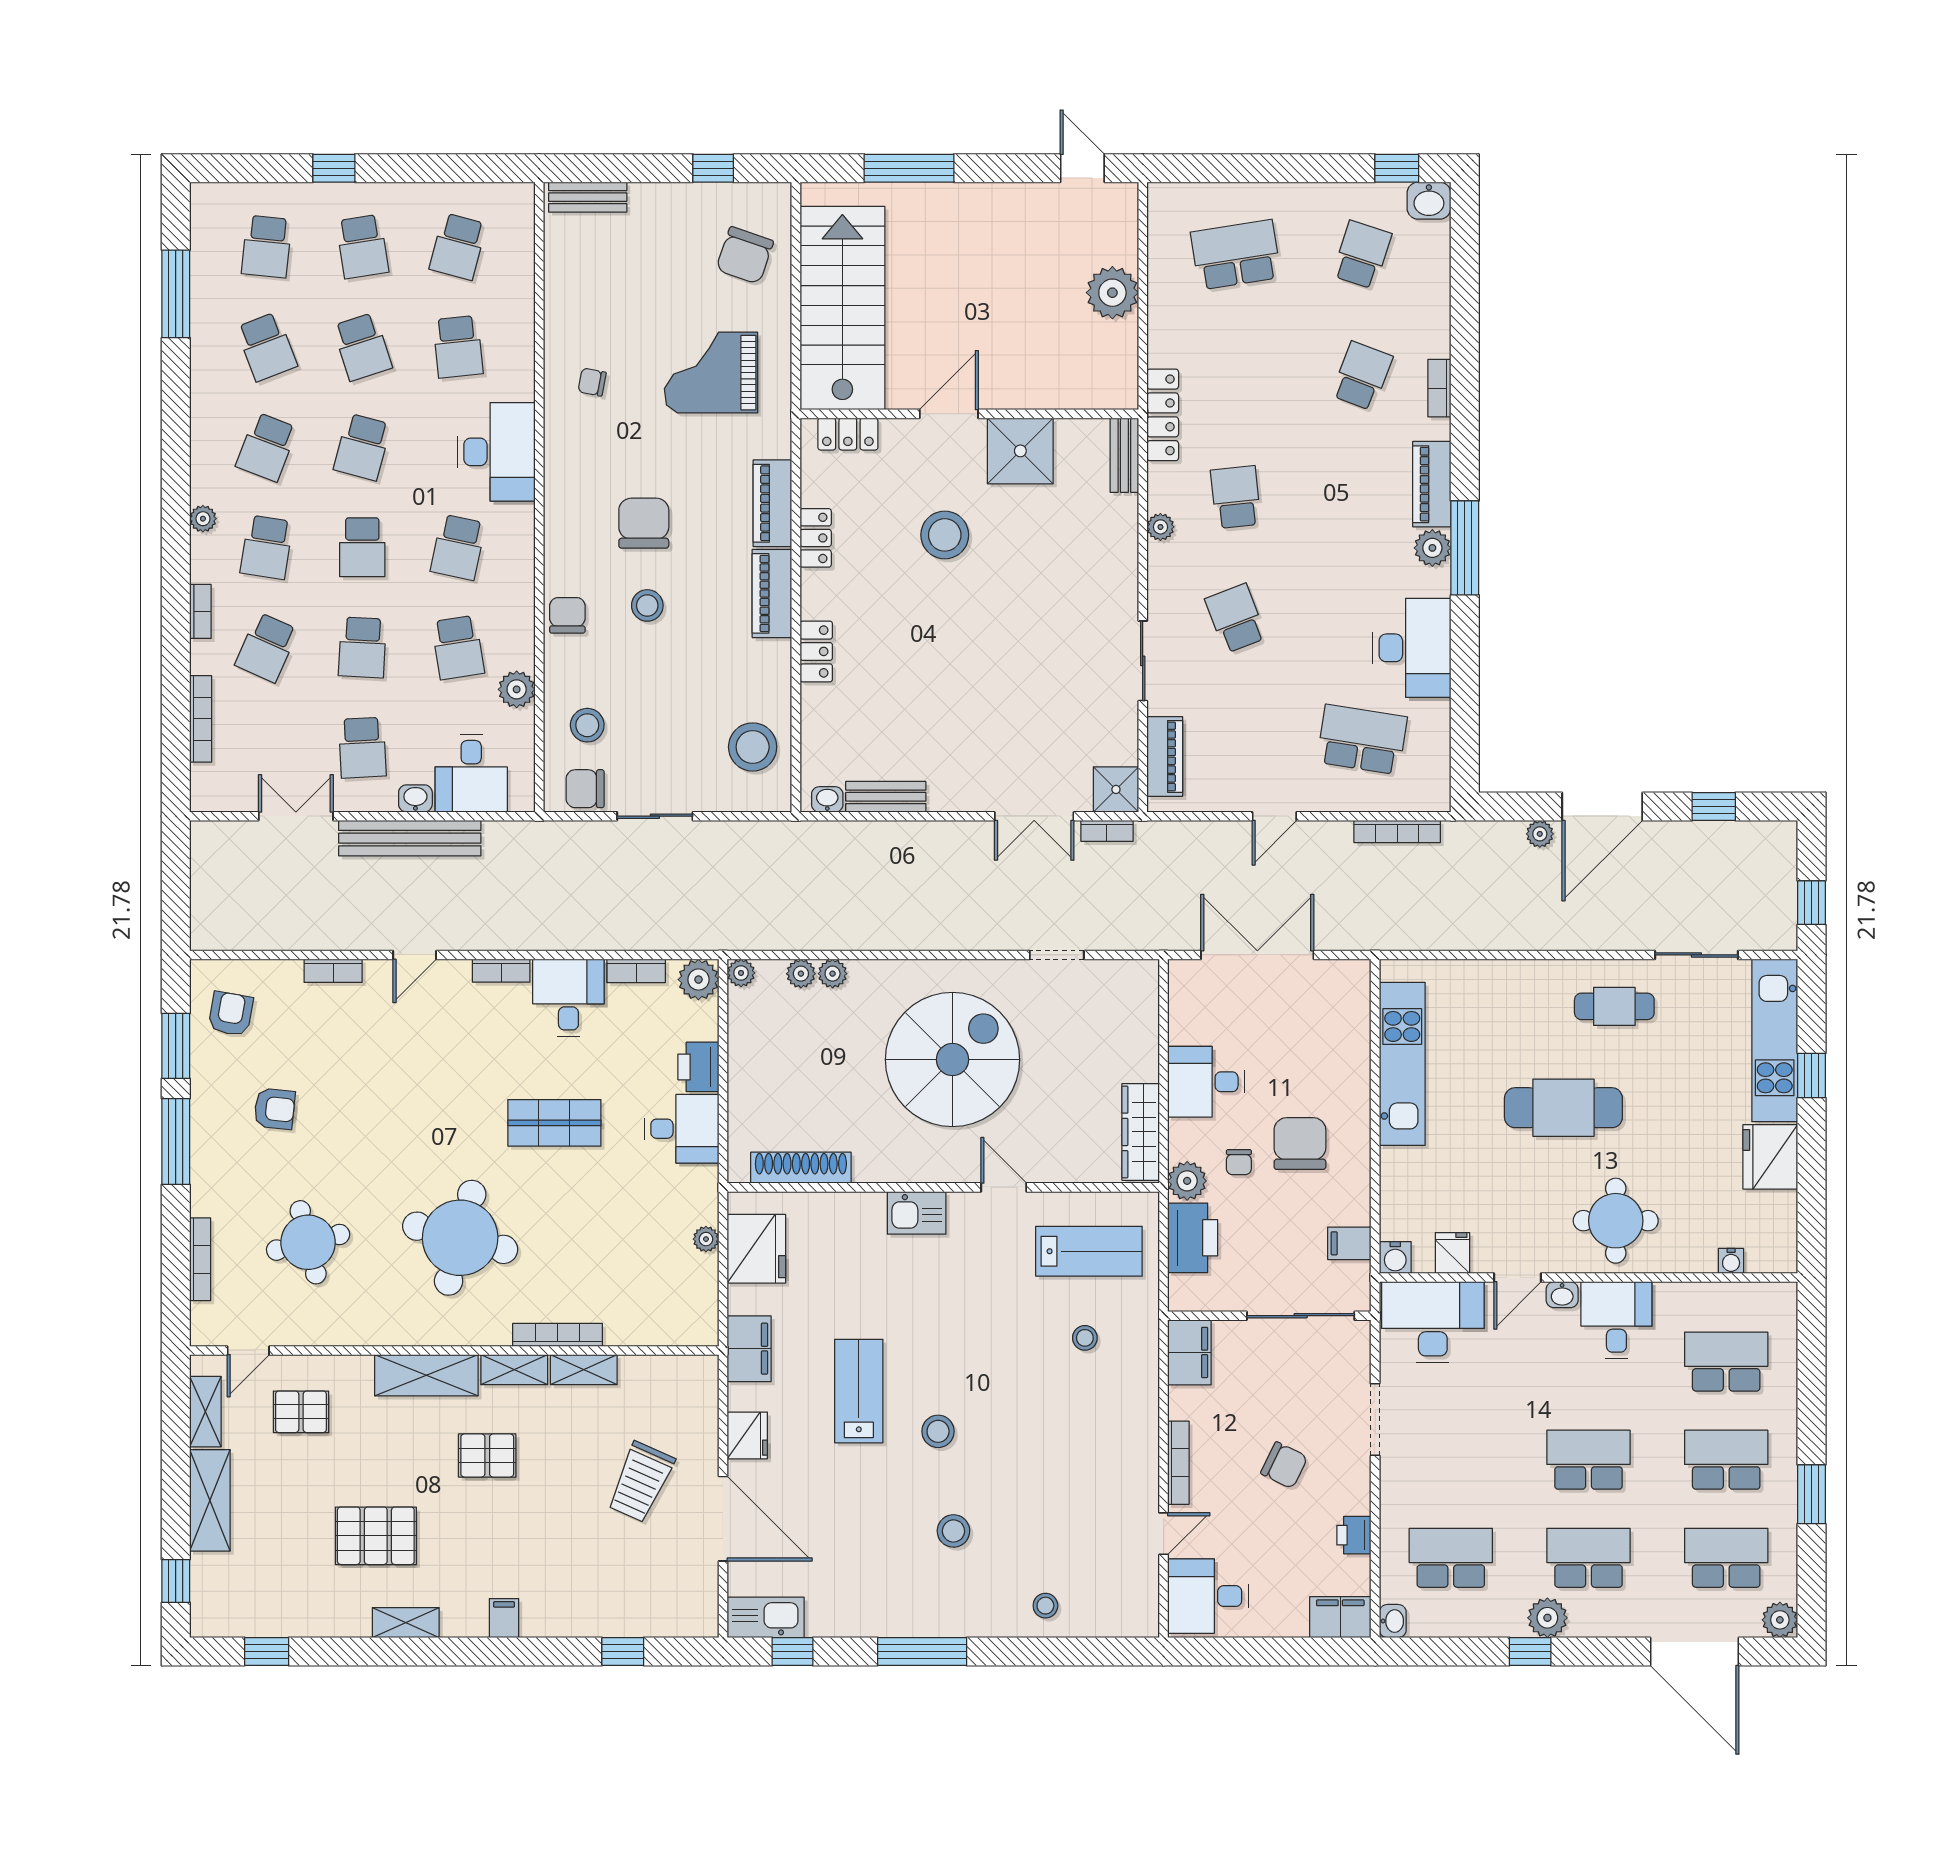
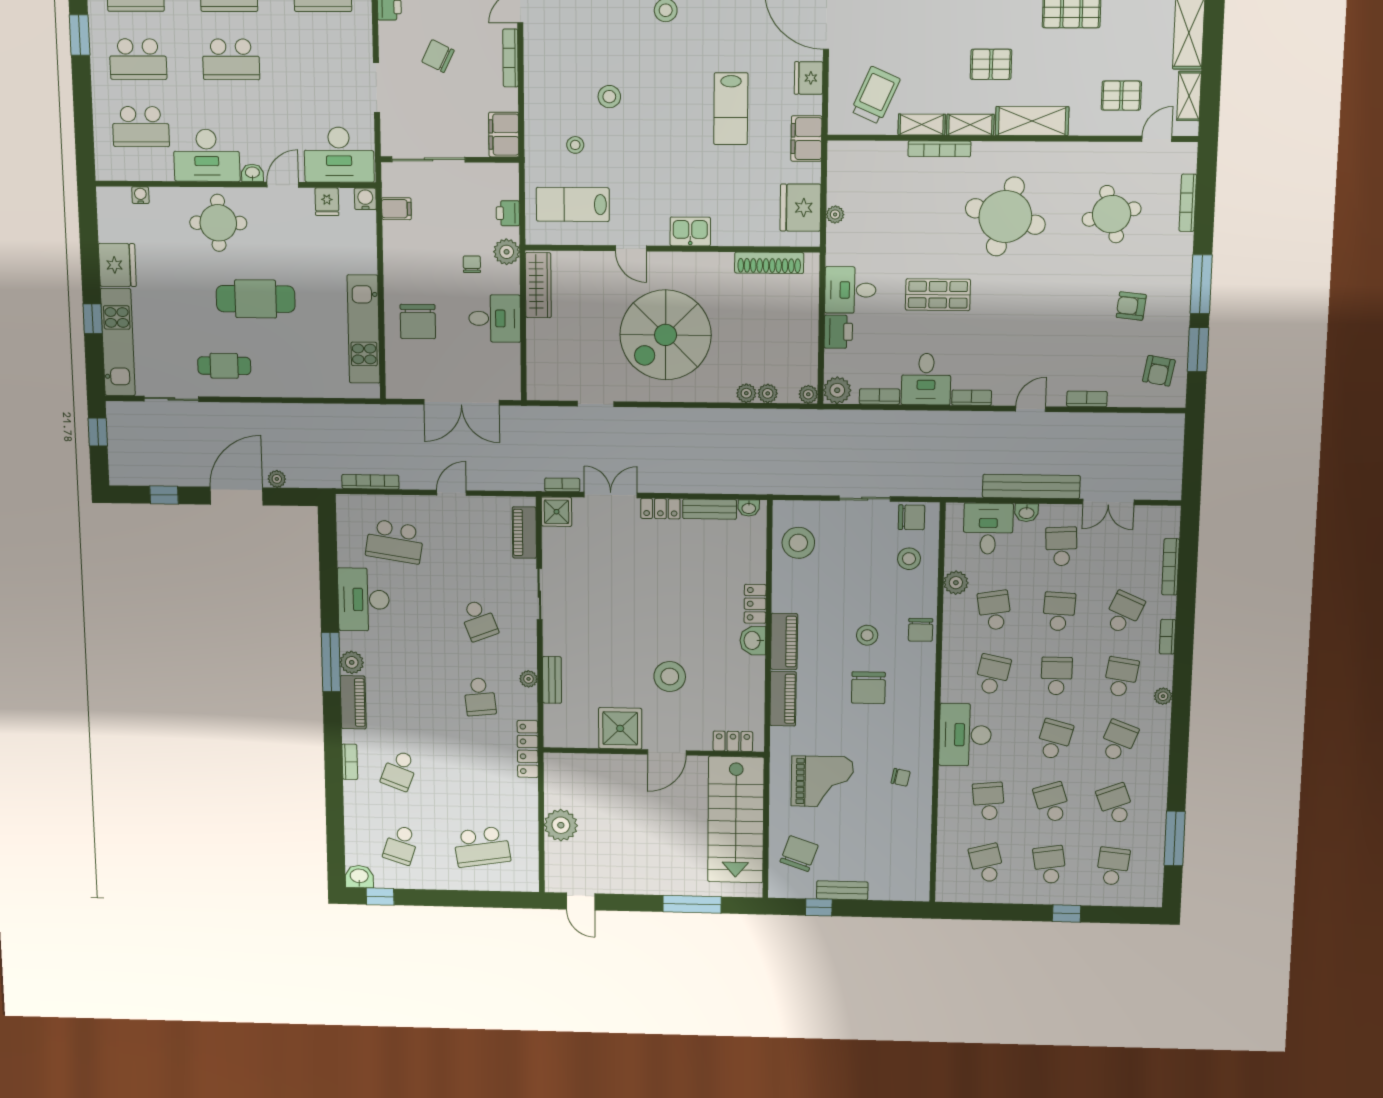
bench: (588, 197) -> (842, 890), moved
school desk: (458, 247) -> (987, 863), turned -30
bench: (1124, 455) -> (552, 680), moved
locker: (816, 538) -> (660, 509), moved, turned -90
washbasin: (819, 594) -> (753, 640), added
chair: (1300, 1144) -> (418, 321), moved
printer: (1193, 1238) -> (508, 213), width x0.53, depth x0.68
desk: (1616, 1320) -> (207, 155), width x1.37
stool: (938, 1431) -> (609, 97), moved
trolley: (641, 1482) -> (875, 95), moved

